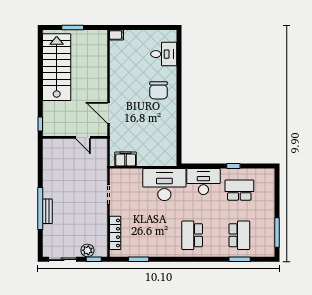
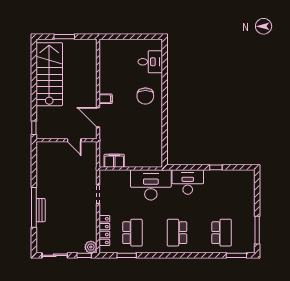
filing cabinet: (117, 35) -> (106, 99), moved
school desk: (239, 190) -> (132, 233), moved, turned 90
plant: (87, 250) -> (91, 247), moved
window: (240, 259) -> (236, 255), moved

